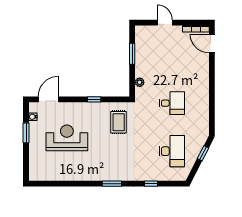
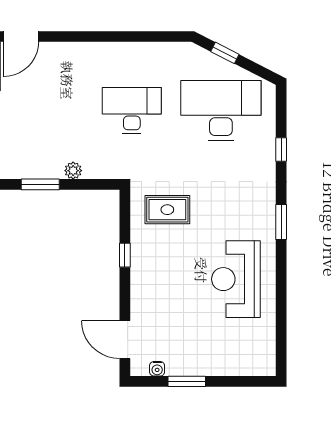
plant: (140, 82) -> (73, 171), moved
desk: (172, 103) -> (132, 110), width x1.37
reception desk: (67, 138) -> (236, 279), moved
desk: (172, 151) -> (221, 110), width x1.36, depth x1.30

